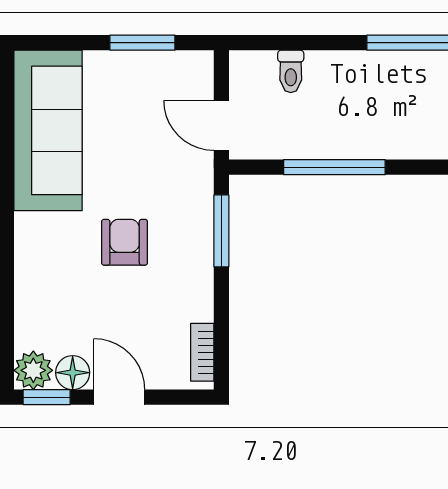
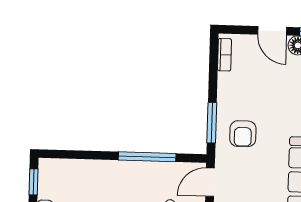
door: (221, 125) -> (210, 182), swing flipped
armchair: (125, 242) -> (243, 134), moved

